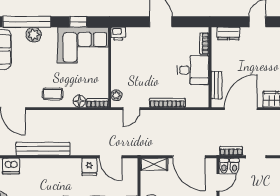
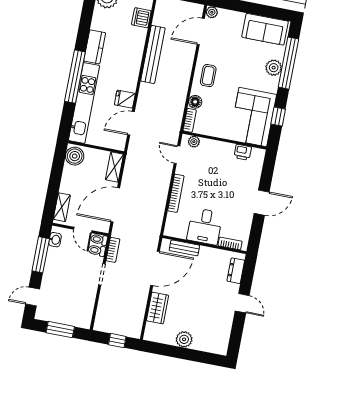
printer: (118, 34) -> (243, 152), moved, turned -90
door: (241, 109) -> (155, 268), hinge flipped

